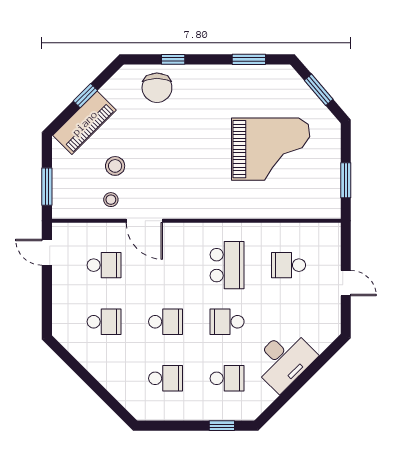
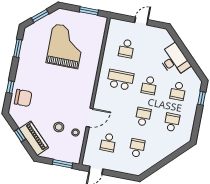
school desk: (104, 265) -> (108, 142), turned 180
school desk: (227, 378) -> (178, 91), turned 180

